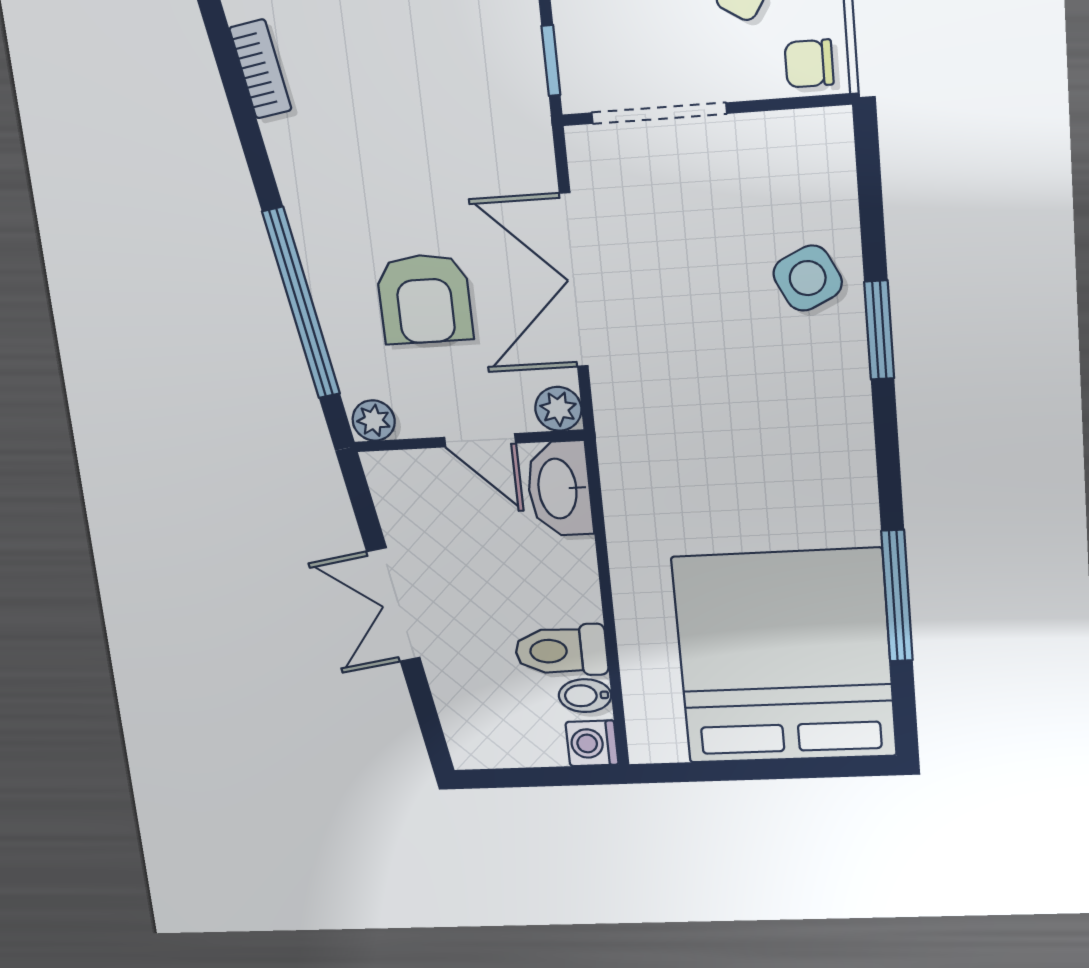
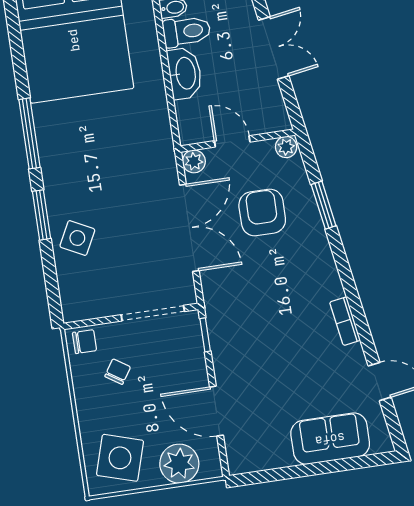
side table: (808, 278) -> (77, 238), turned -37
window: (301, 303) -> (324, 205), width x0.47
washbasin: (559, 489) -> (185, 73), moved
window: (897, 596) -> (29, 133), moved

